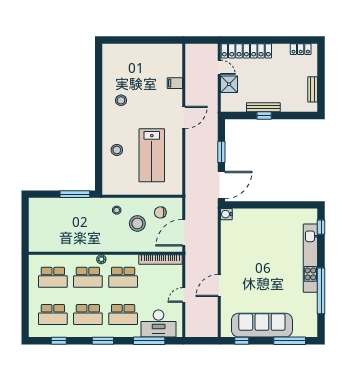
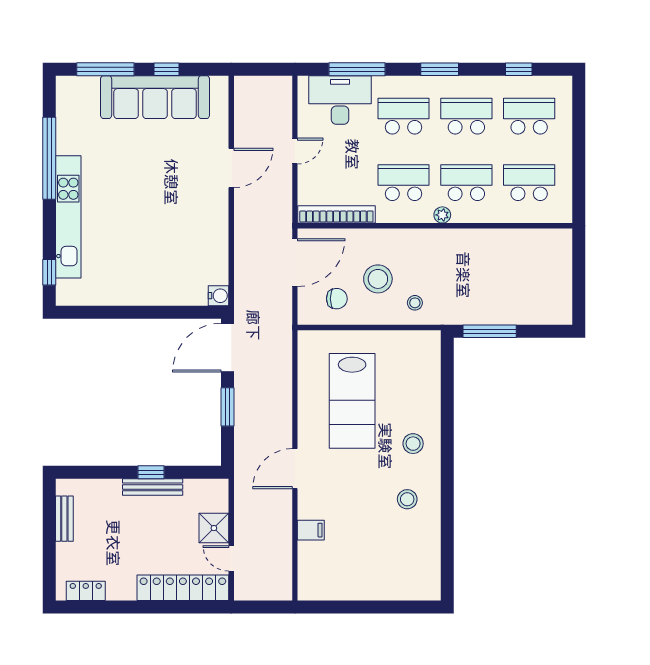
stool: (117, 150) -> (413, 444), moved
lab bench: (152, 155) -> (352, 401), turned 180
window: (242, 341) -> (167, 69), moved

